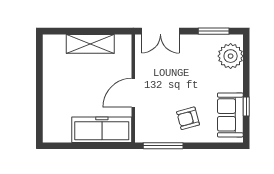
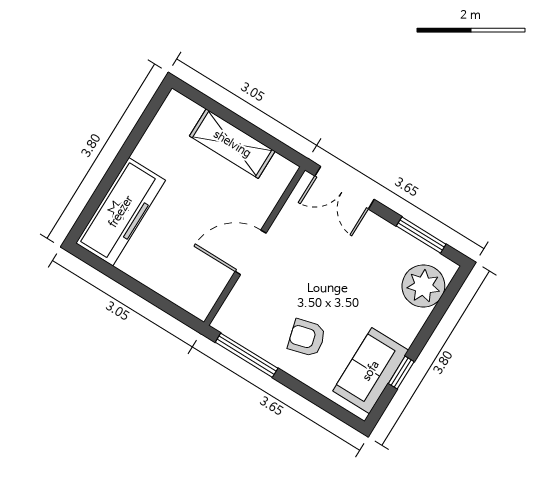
freezer: (102, 130) -> (121, 212), moved, turned 90

